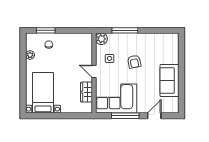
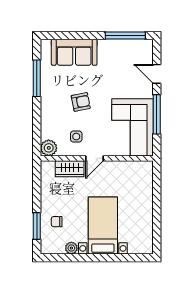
window: (125, 30) -> (37, 78), moved
sofa: (170, 80) -> (74, 52), moved
wardrobe: (87, 92) -> (70, 169), moved
bed with nightstands: (43, 93) -> (103, 225), moved, turned 90
window: (182, 93) -> (125, 36), added

